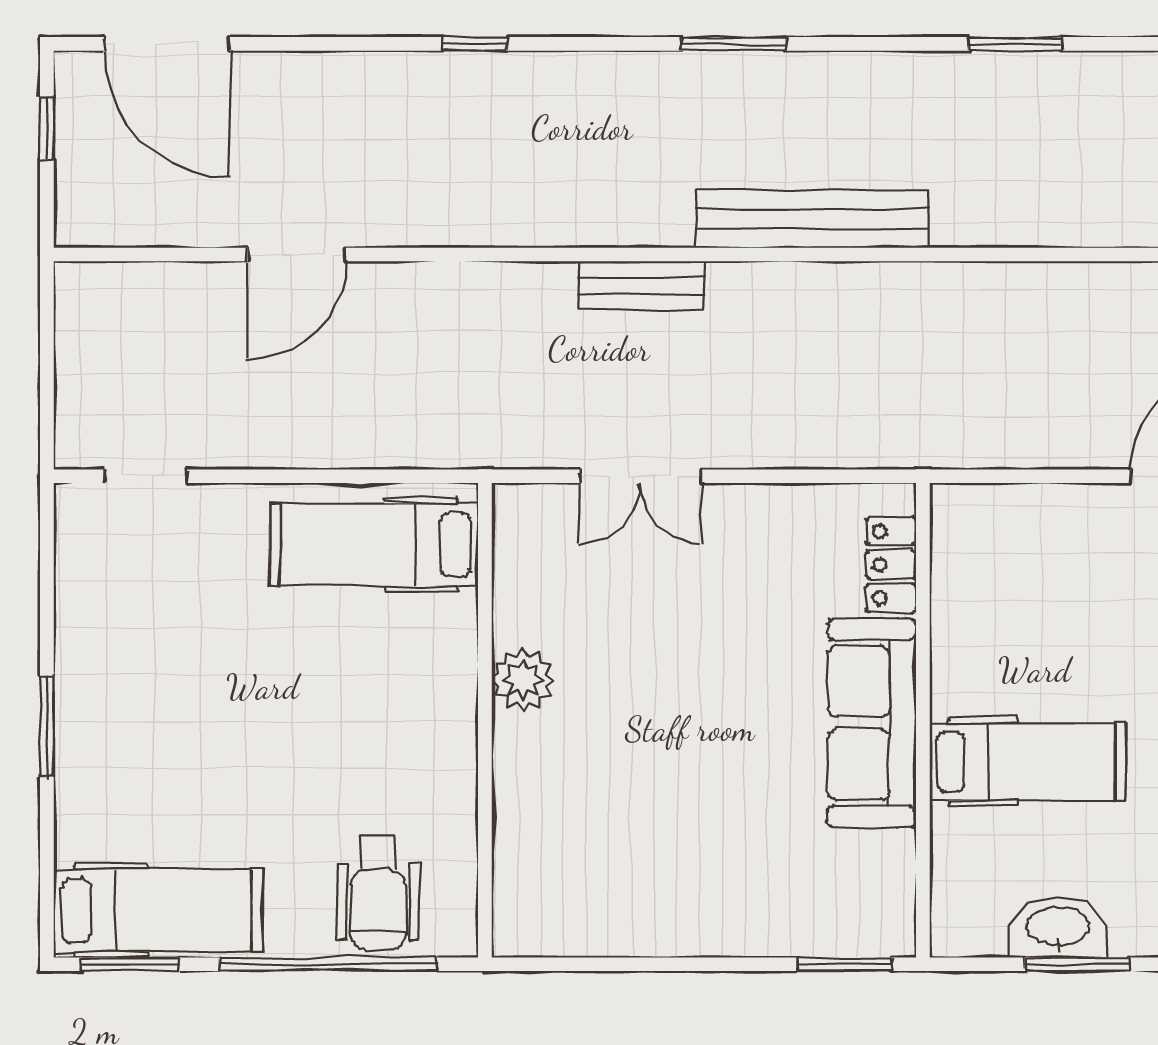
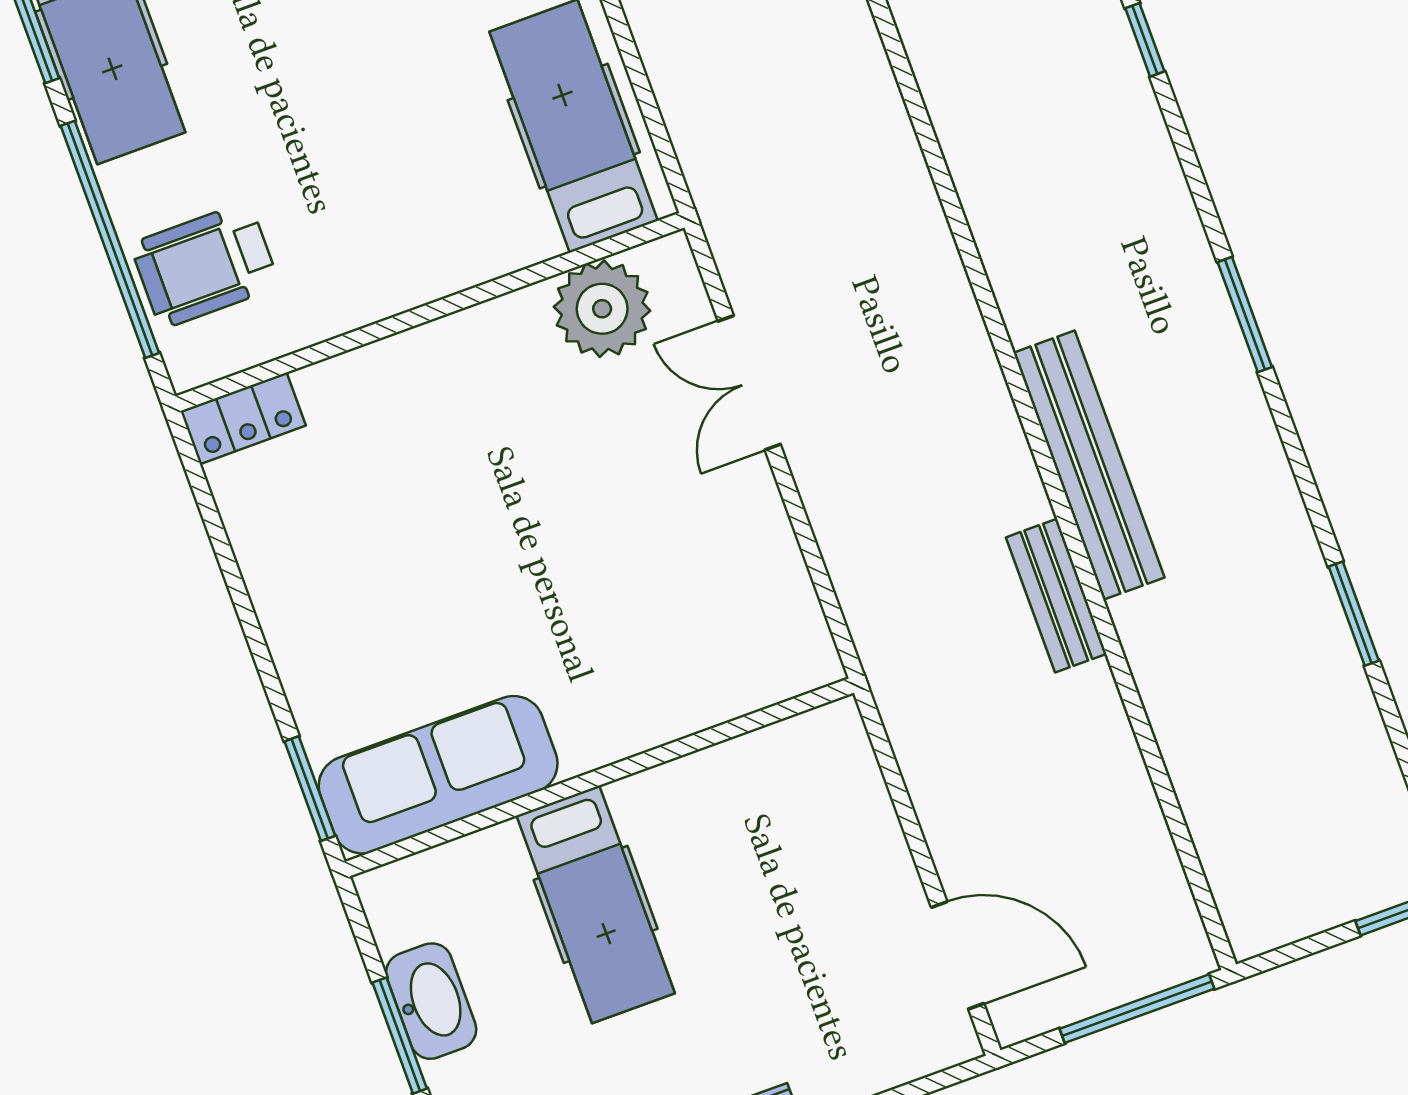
bench: (641, 285) -> (1056, 596), moved
locker: (891, 565) -> (243, 418), moved, turned 180
plant: (523, 680) -> (602, 309), moved, width x1.36, depth x1.36
sofa: (872, 723) -> (438, 775), moved

